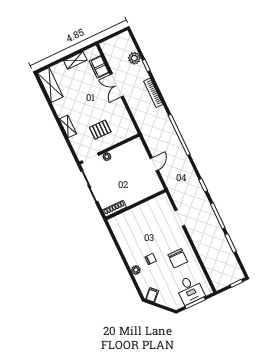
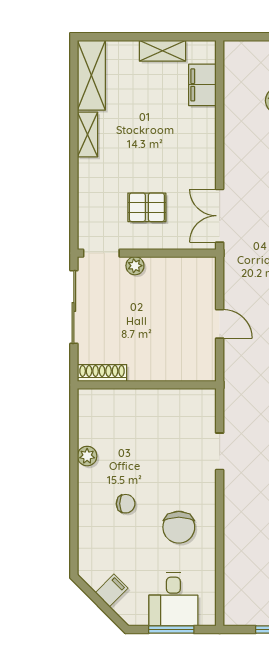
double door: (117, 85) -> (220, 216), moved
shelving: (68, 126) -> (87, 134), moved
door: (154, 164) -> (220, 324), hinge flipped
plant: (136, 270) -> (87, 456), moved
filing cabinet: (152, 295) -> (112, 590), moved

